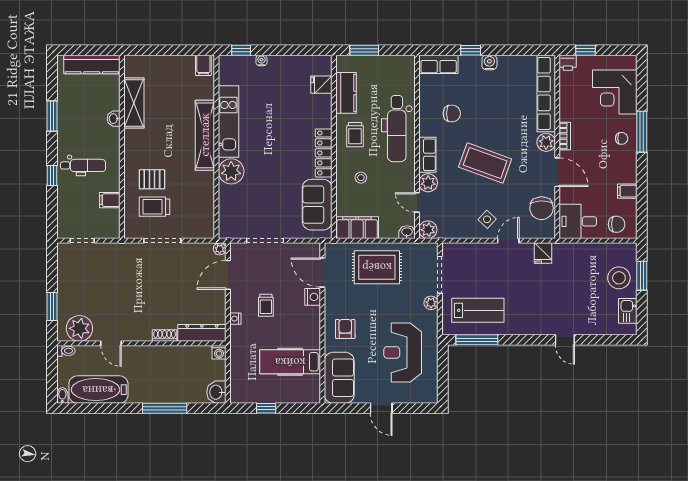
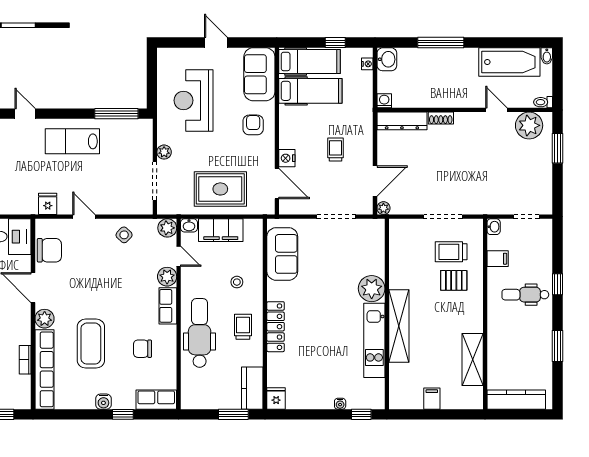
printer: (568, 63) -> (22, 401), removed
filing cabinet: (203, 65) -> (432, 399), moved
fridge: (321, 85) -> (276, 398), moved, turned -90
kitchen counter: (346, 93) -> (252, 388), moved
washbasin: (114, 119) -> (494, 227), moved
bookcase: (565, 136) -> (25, 360), moved
locker: (324, 153) -> (276, 327), moved
coffee table: (485, 163) -> (91, 344), moved, turned 70
trolley: (155, 207) -> (451, 252), turned 180
chair: (541, 208) -> (49, 250), turned 91
side table: (487, 219) -> (124, 235), moved
filing cabinet: (357, 228) -> (221, 230), moved
door: (508, 241) -> (84, 217), swing flipped
lab bench: (478, 310) -> (72, 141), moved
nightstand: (235, 319) -> (367, 64), moved
armchair: (345, 329) -> (253, 125), turned 180
reception desk: (403, 352) -> (194, 100), turned 180
hospital bed: (291, 390) -> (309, 61), added

